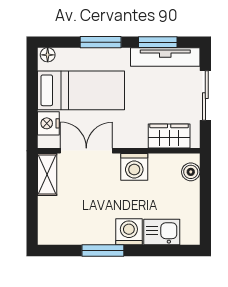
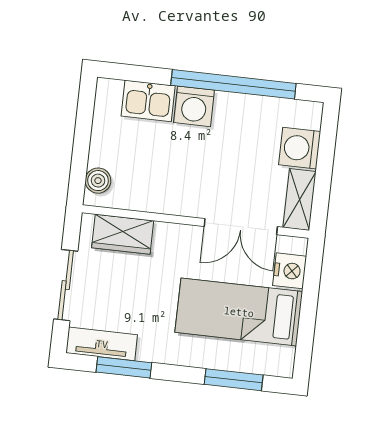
window: (101, 42) -> (234, 380), moved
floor lamp: (48, 55) -> (280, 367), removed
tv unit: (165, 57) -> (102, 344), width x0.71
washing machine: (134, 167) -> (300, 148), moved, turned -90
window: (103, 251) -> (233, 84), width x2.11

